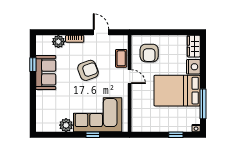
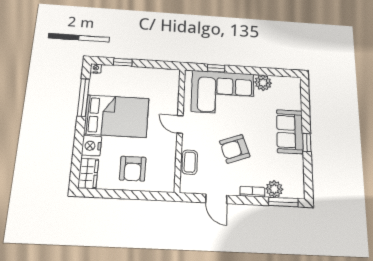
window: (52, 32) -> (283, 202), added
armchair: (149, 53) -> (133, 169), moved, turned 180
window: (33, 65) -> (307, 142), moved
sofa: (46, 73) -> (290, 132), moved
door: (130, 77) -> (180, 124), moved
window: (93, 135) -> (216, 68), moved

